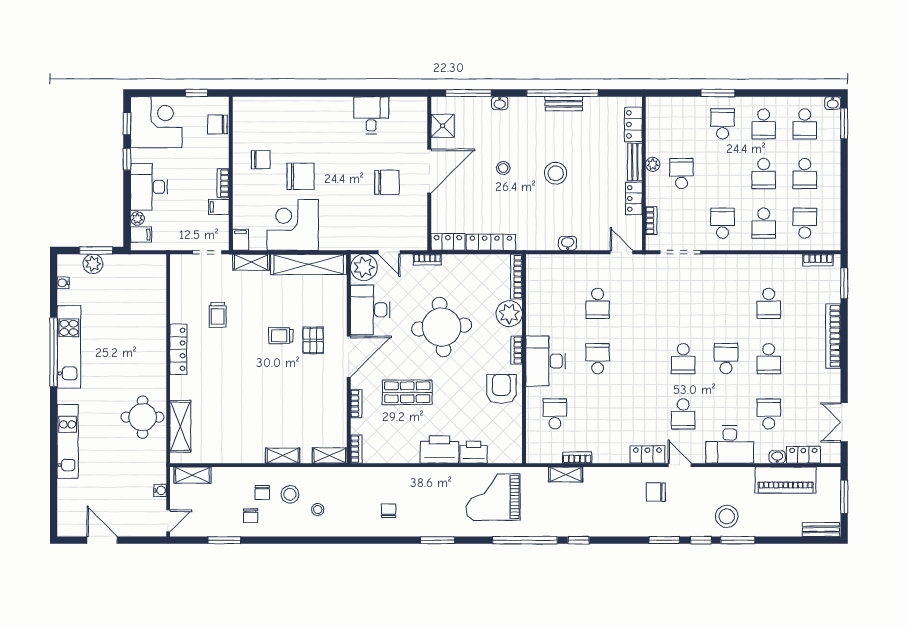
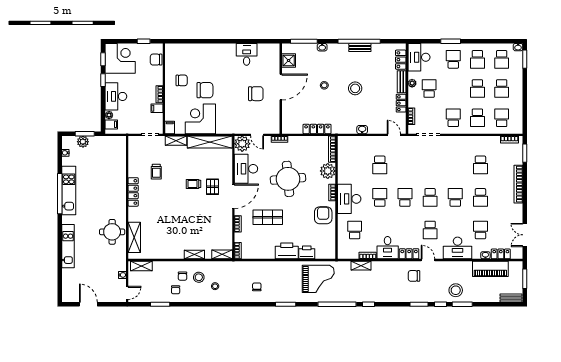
desk: (664, 120) -> (419, 57), added
locker: (448, 242) -> (292, 129), removed
school desk: (640, 359) -> (405, 197), added
desk: (611, 444) -> (388, 248), added
grand piano: (493, 497) -> (318, 279), turned 180

